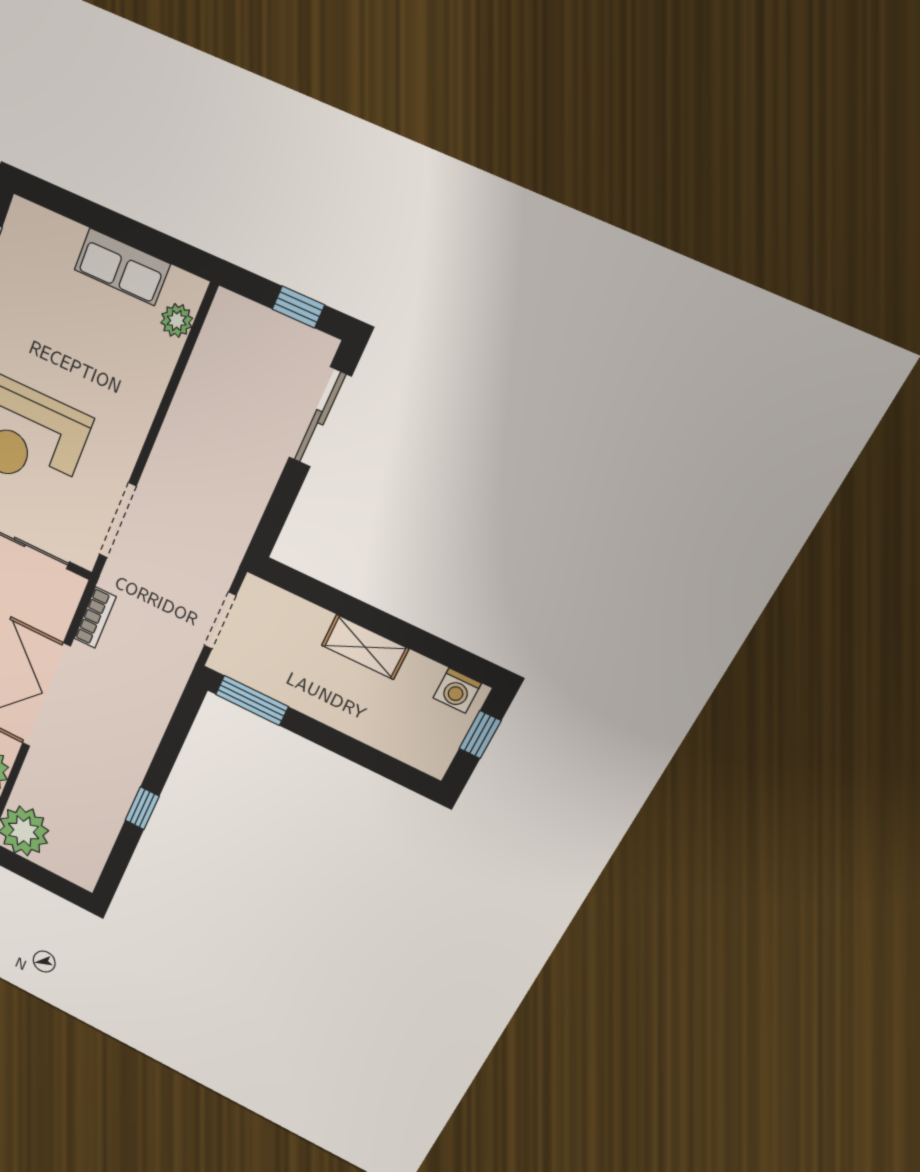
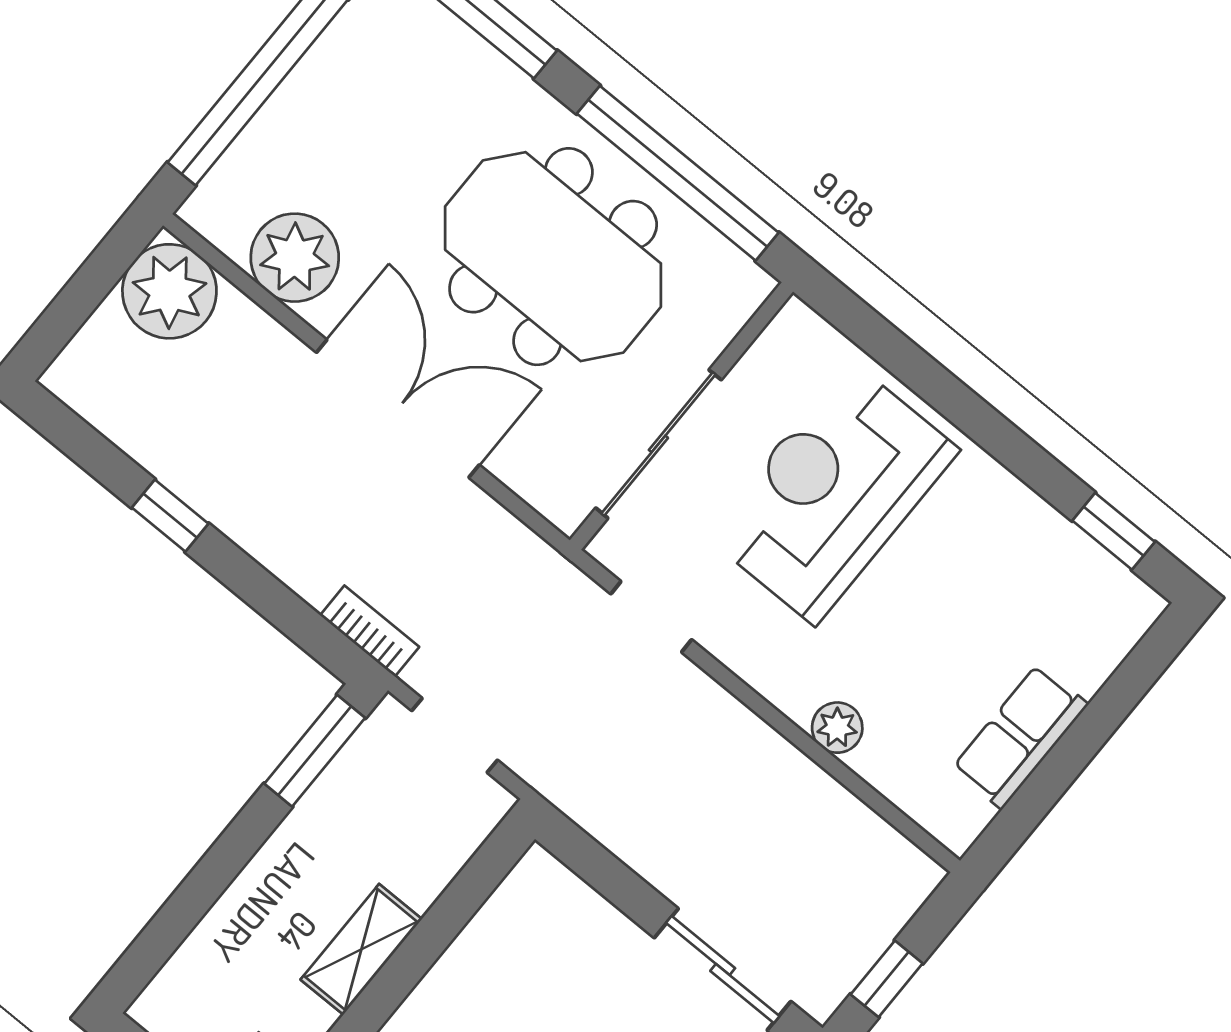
plant: (177, 320) -> (837, 728), moved
doorway: (118, 520) -> (651, 617), width x0.73
bookcase: (95, 618) -> (370, 631), moved, turned 180

